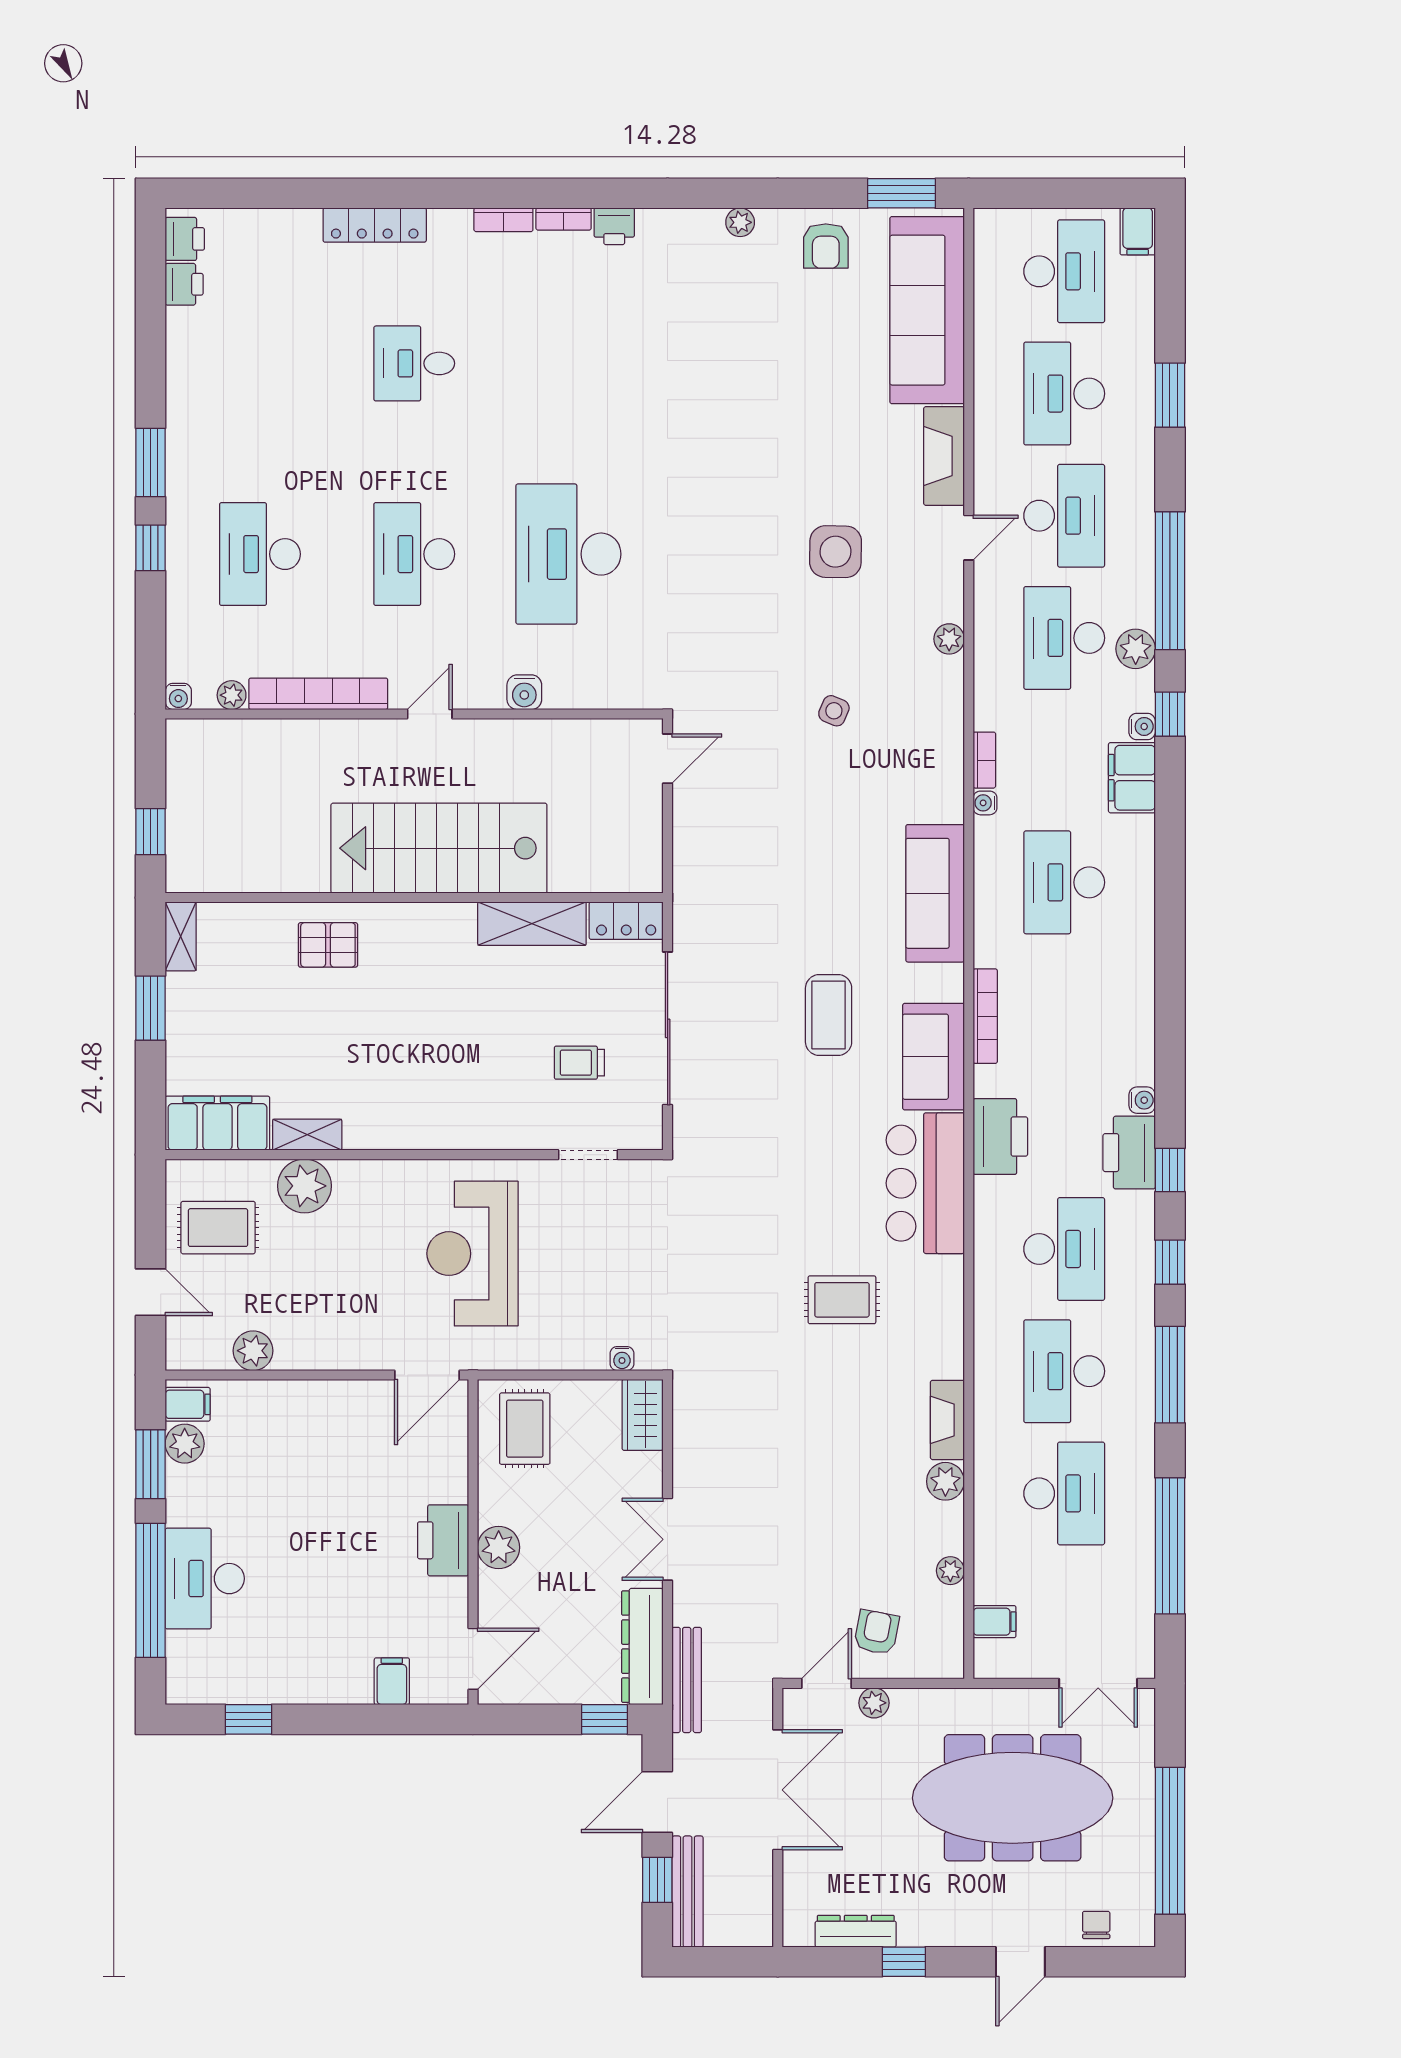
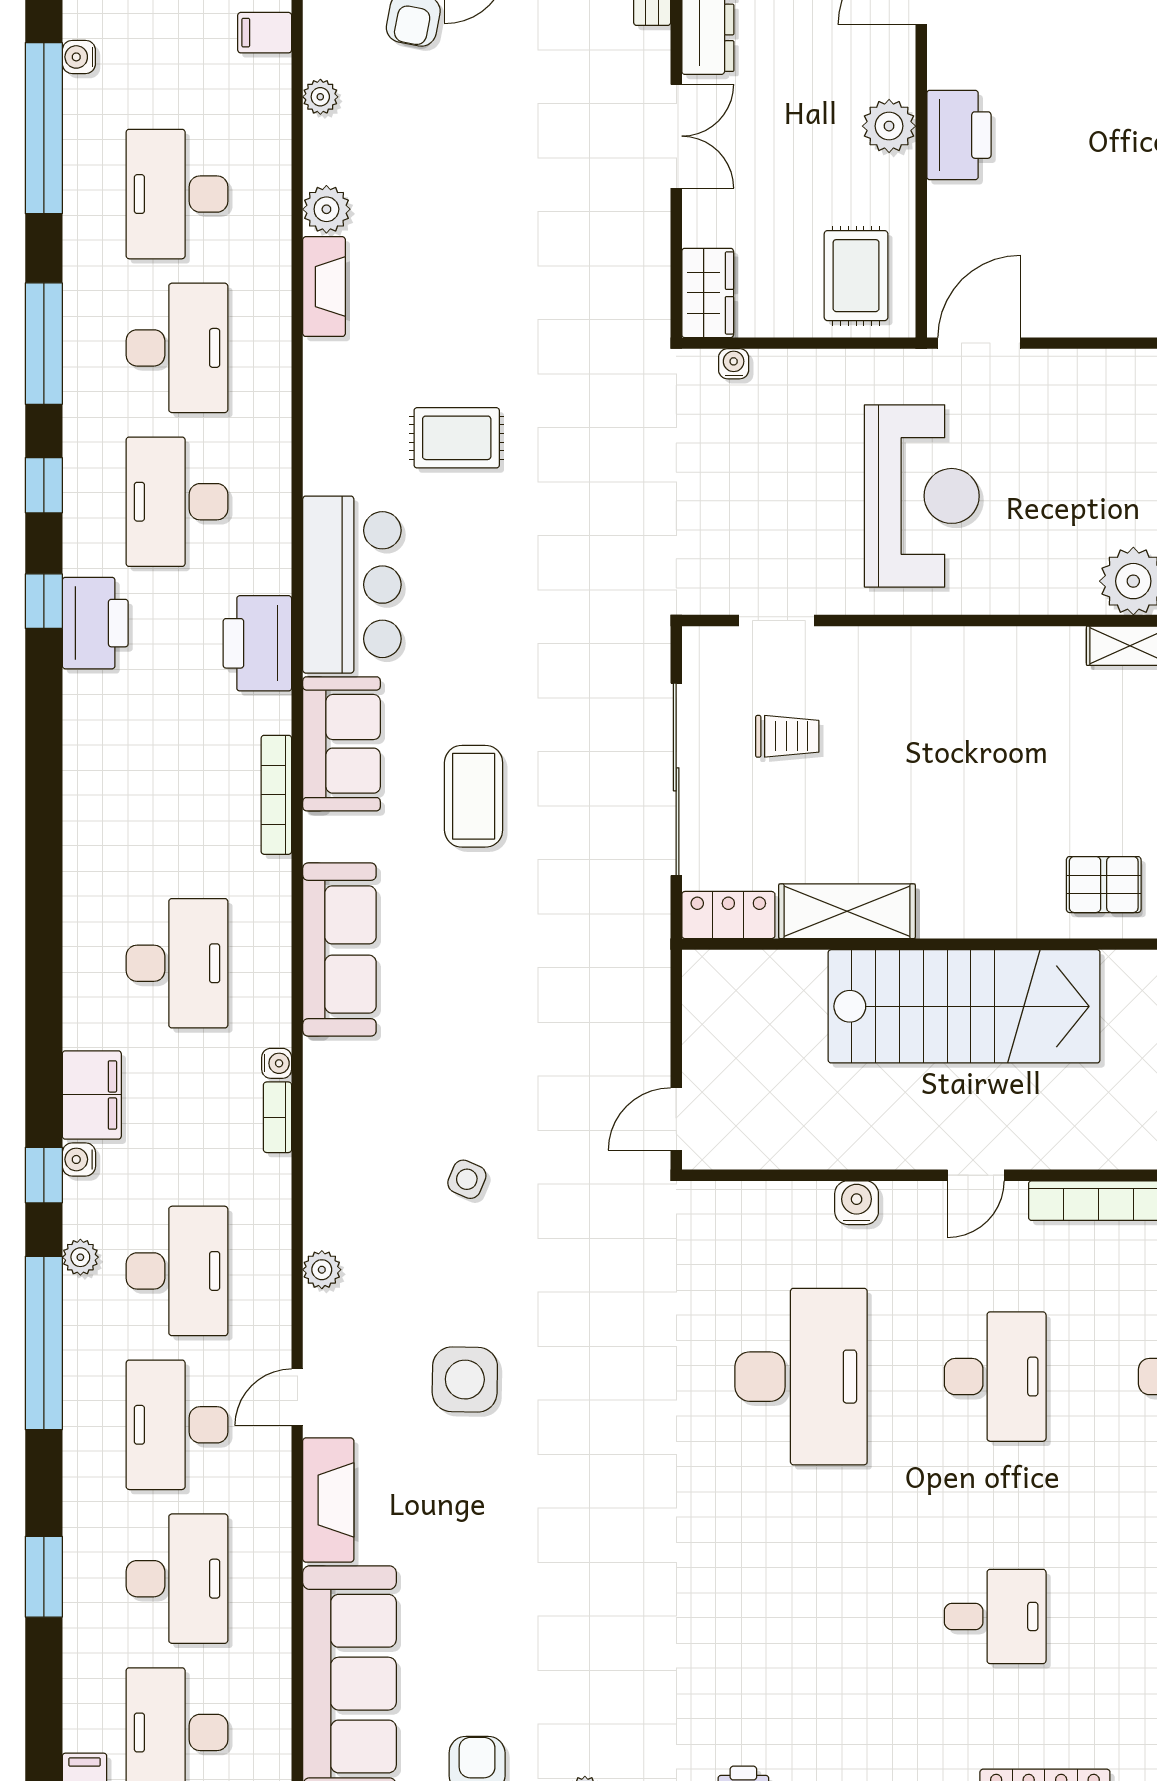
plant: (1136, 649) -> (80, 1257), width x0.73, depth x0.73
water cooler: (1142, 1100) -> (79, 57), moved

